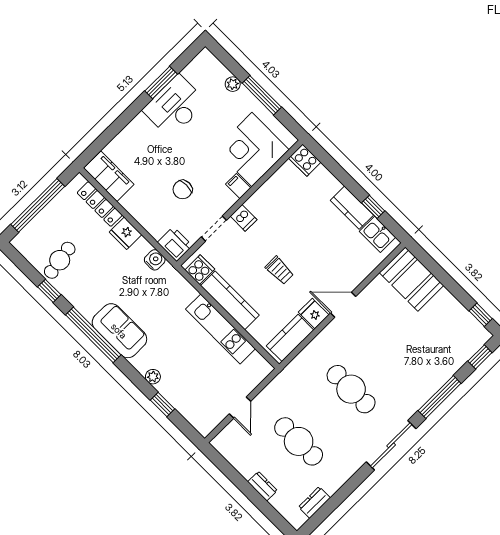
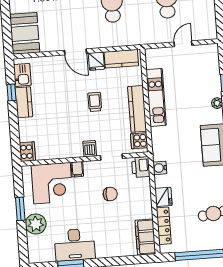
plant: (233, 84) -> (36, 224), width x1.87, depth x1.87
window: (262, 95) -> (20, 209), width x0.69

